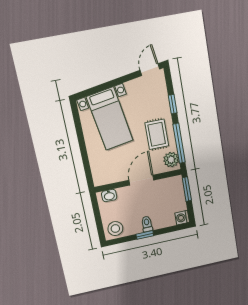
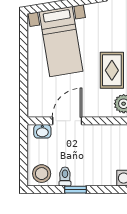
door: (141, 180) -> (67, 121), moved
toilet: (147, 224) -> (65, 176), moved

